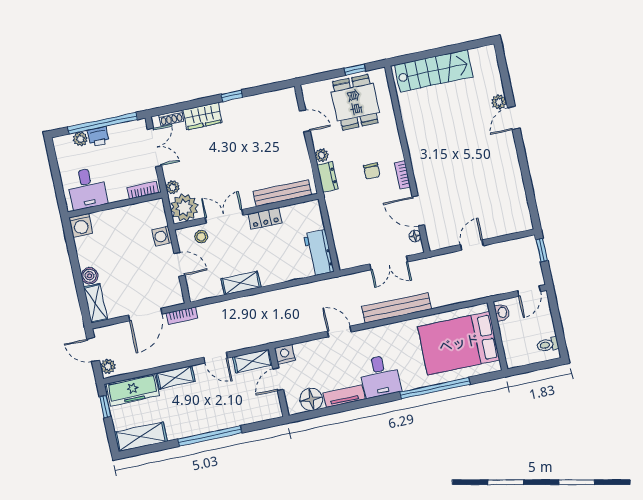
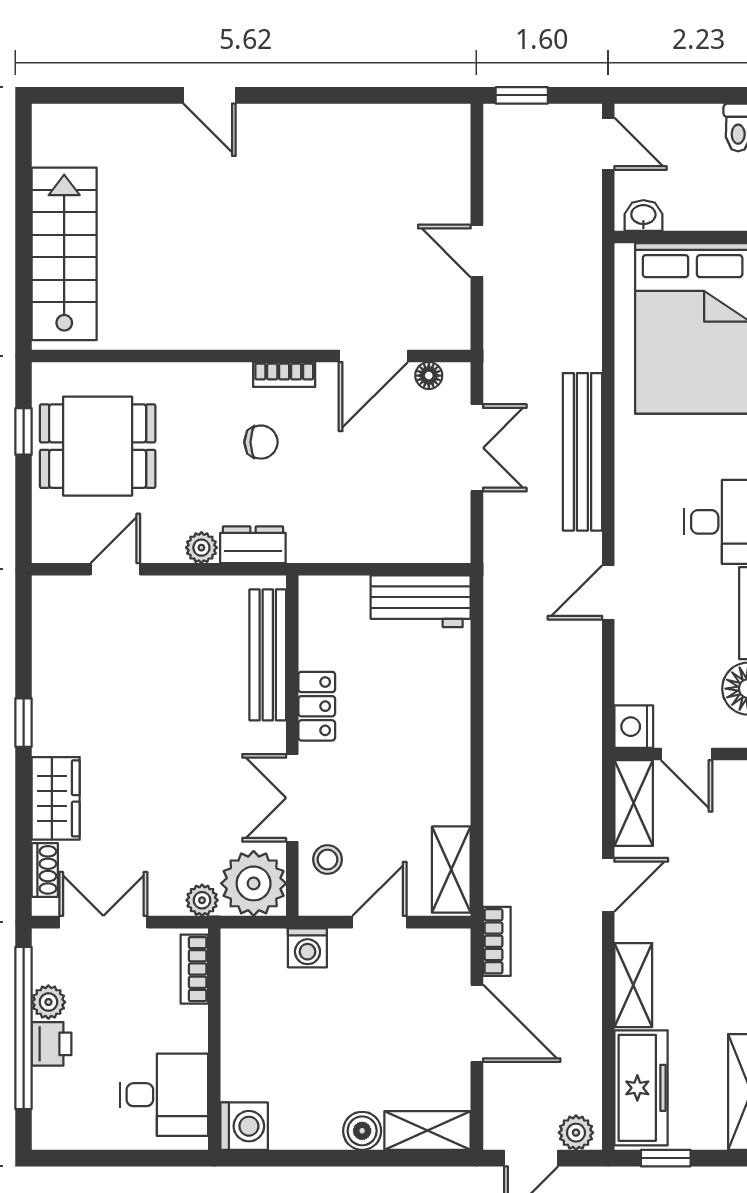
plant: (499, 102) -> (166, 121), removed
plant: (80, 139) -> (48, 1002), moved
shelving: (241, 283) -> (451, 870), moved

